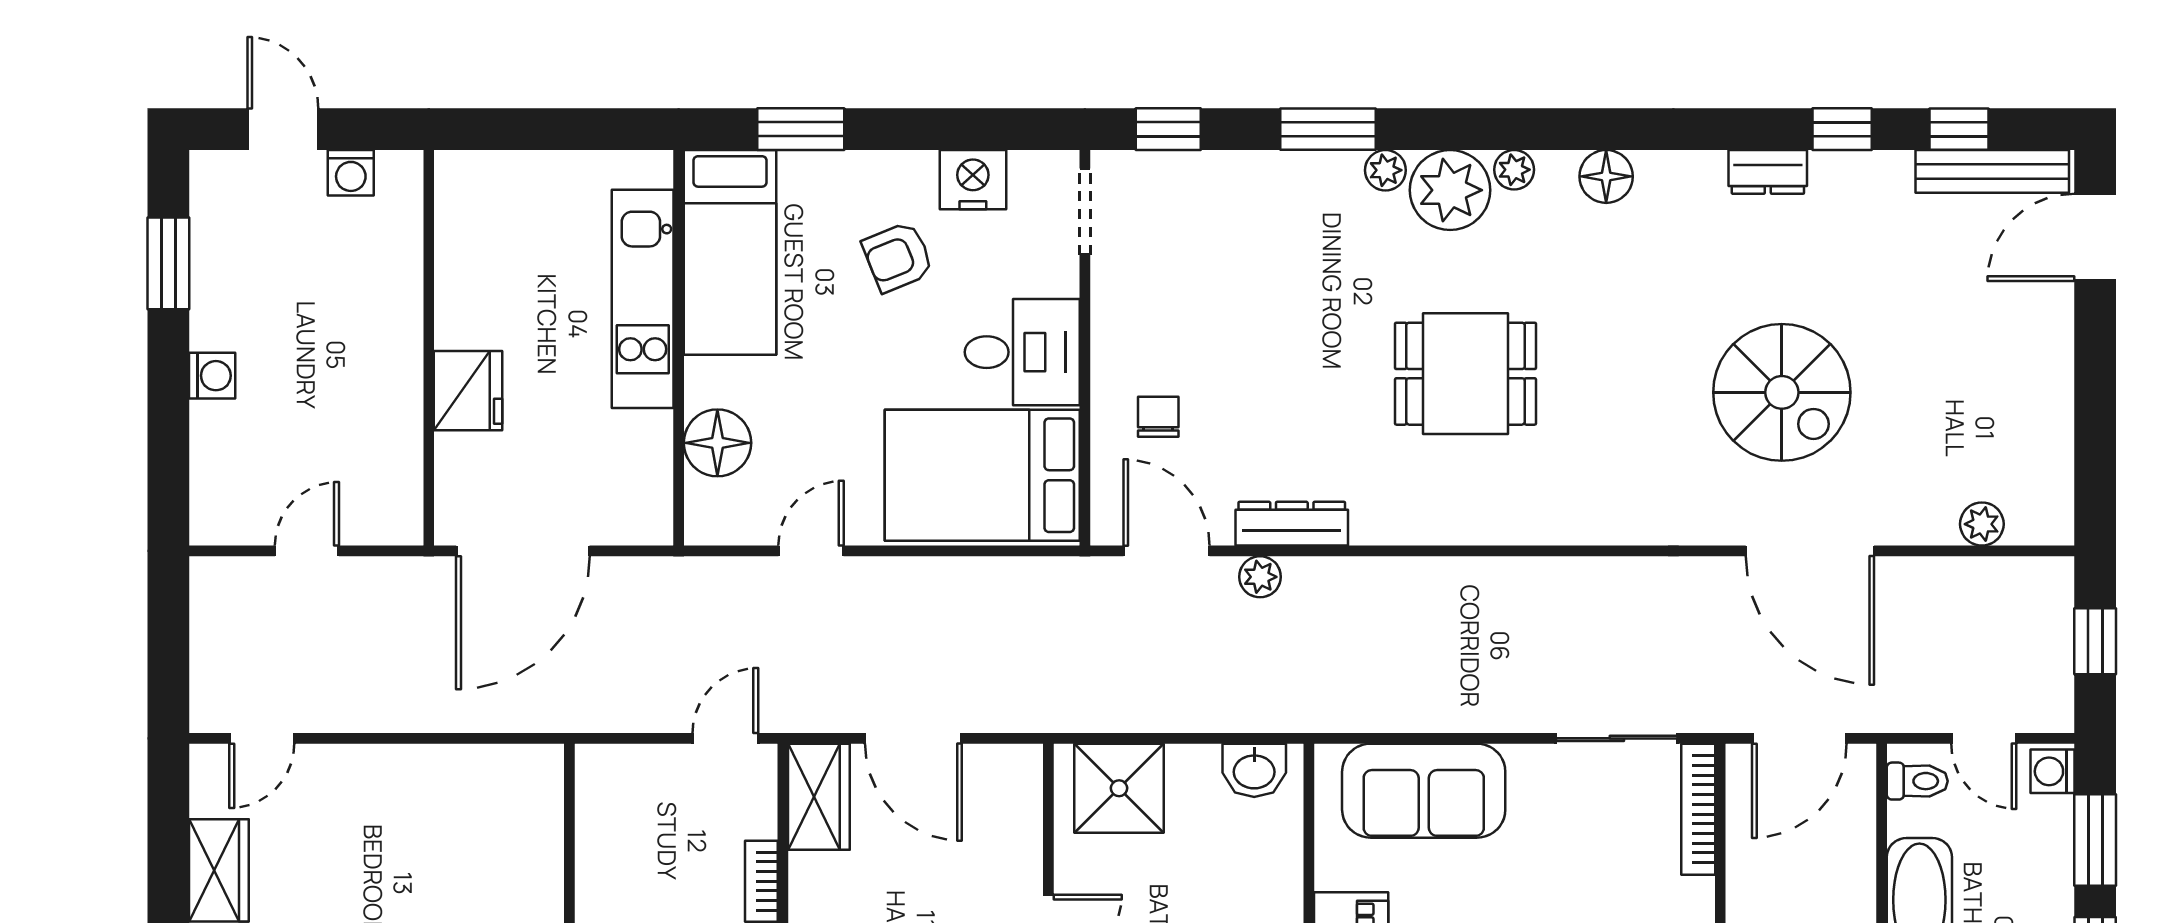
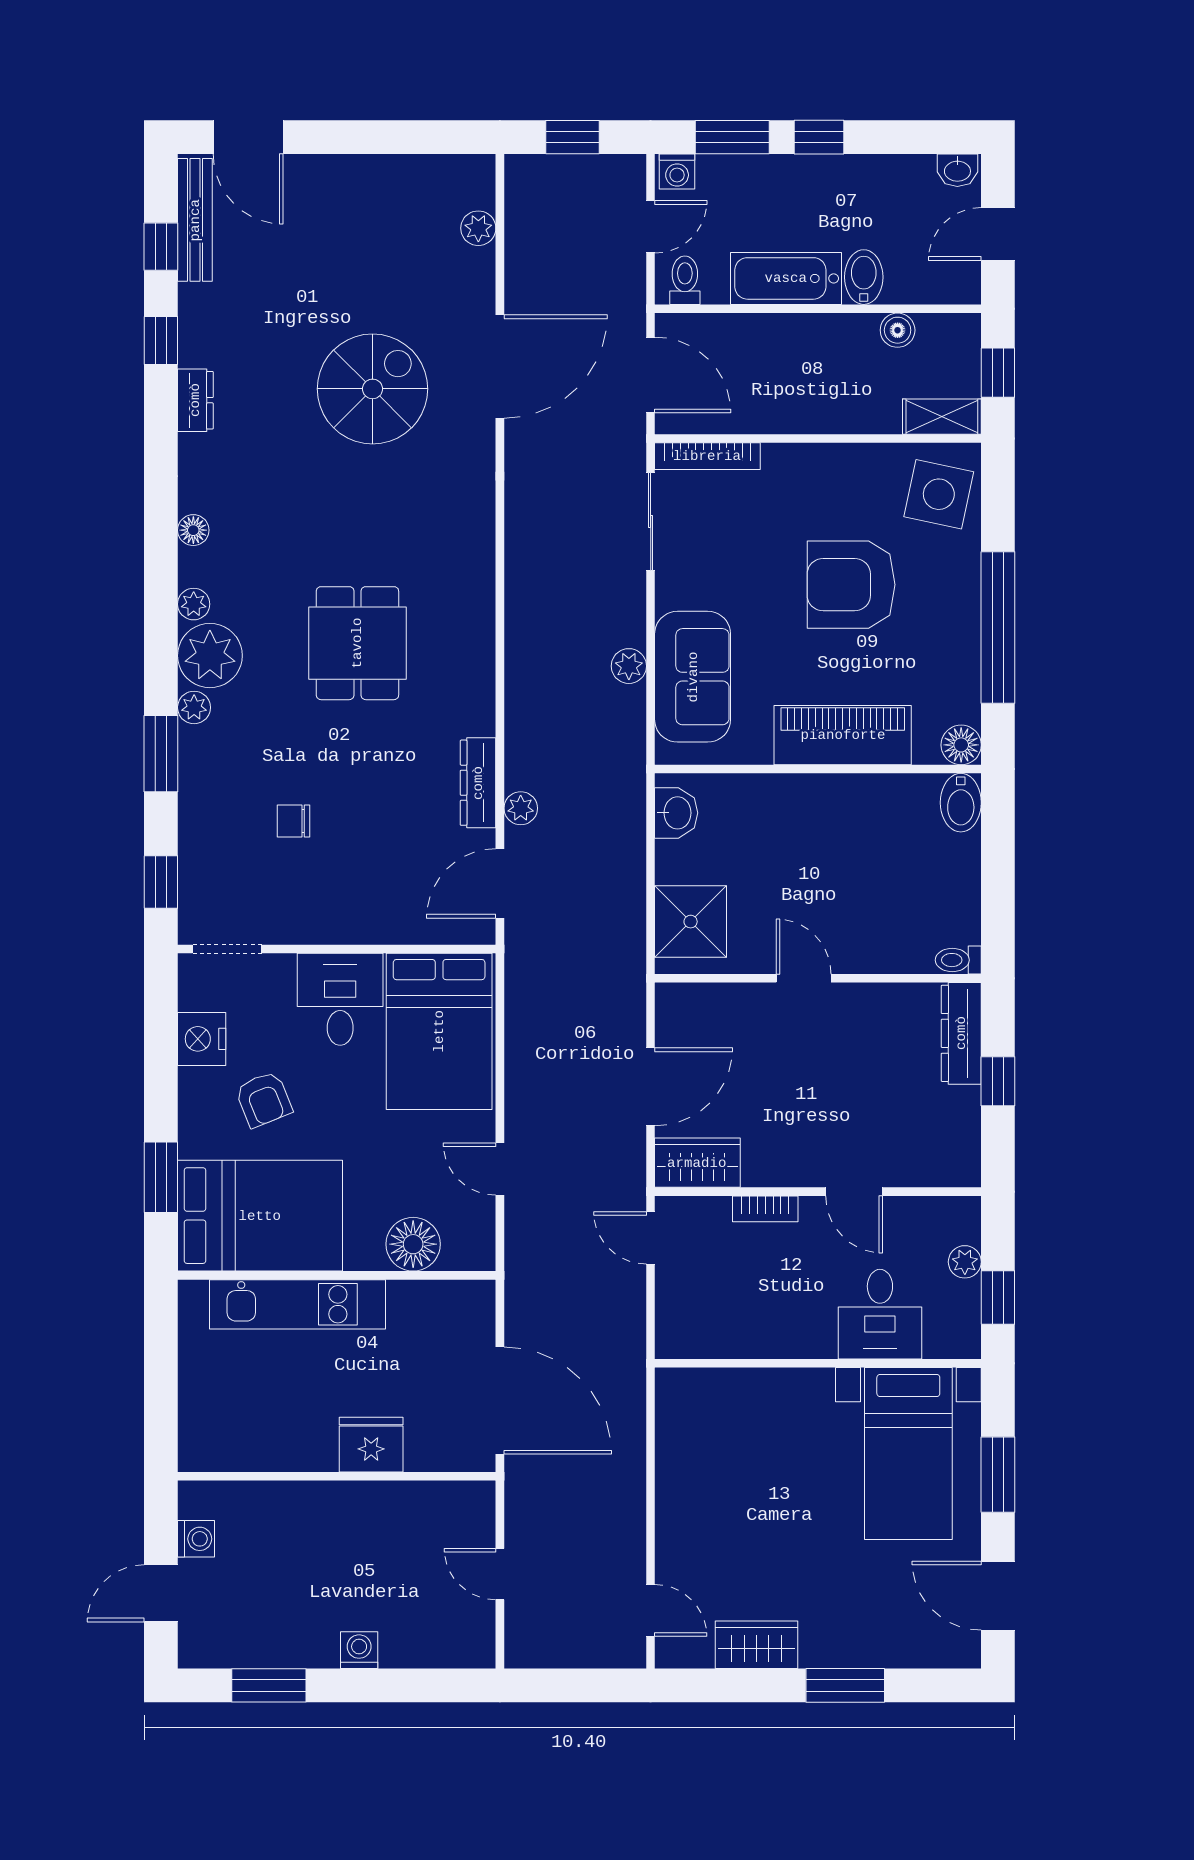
floor lamp: (1606, 176) -> (193, 530), width x0.73, depth x0.73
bed: (730, 252) -> (260, 1216), width x1.50
chair: (1158, 417) -> (293, 821), moved
plant: (1437, 711) -> (629, 666), added

